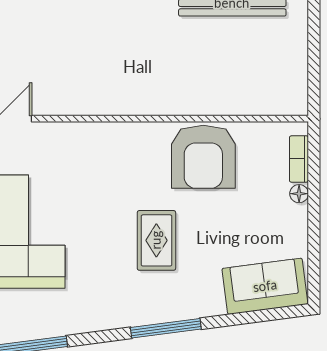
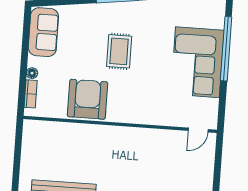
sofa: (265, 286) -> (43, 32), moved, turned -83

